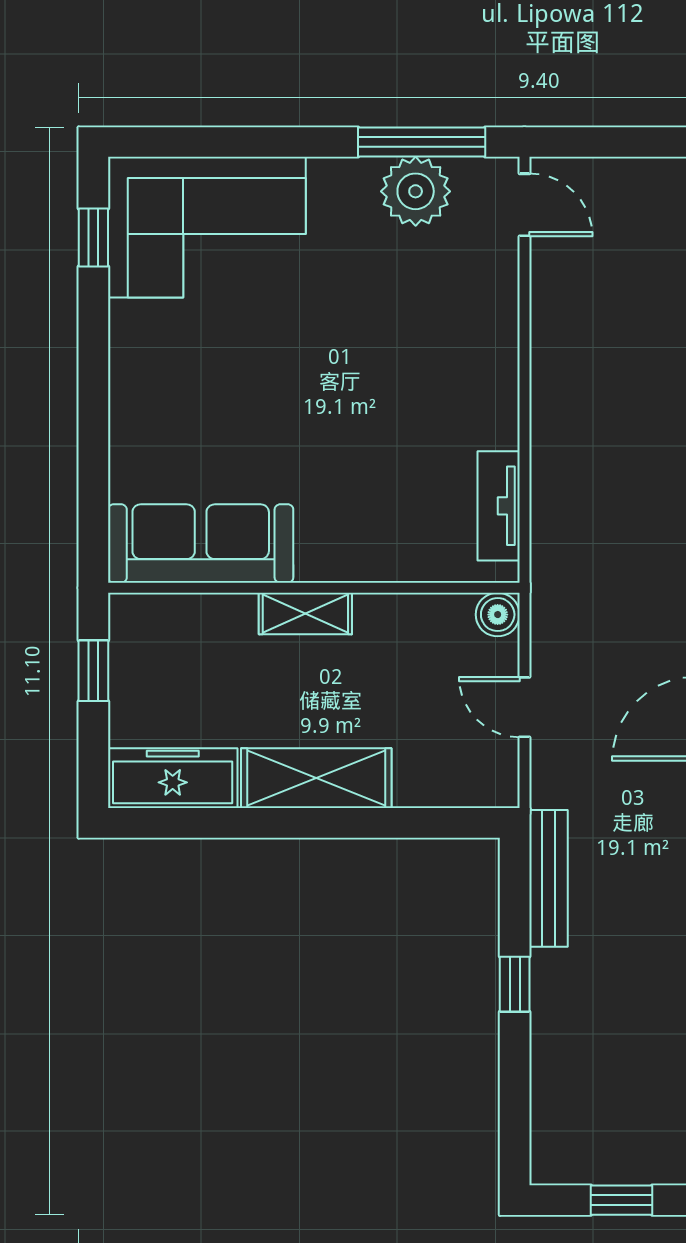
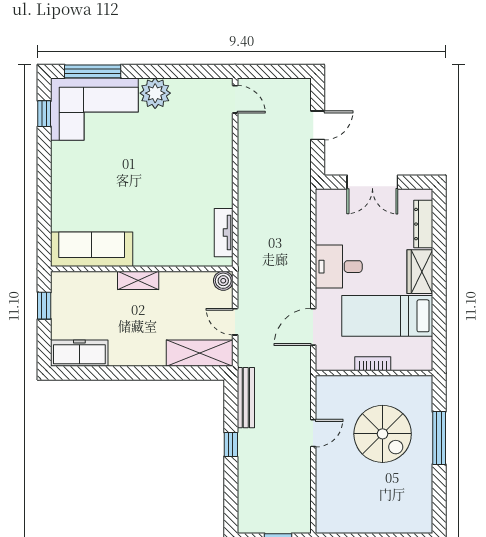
window: (422, 142) -> (93, 71), moved
plant: (416, 191) -> (155, 93), moved
shelving: (316, 778) -> (200, 353), moved

